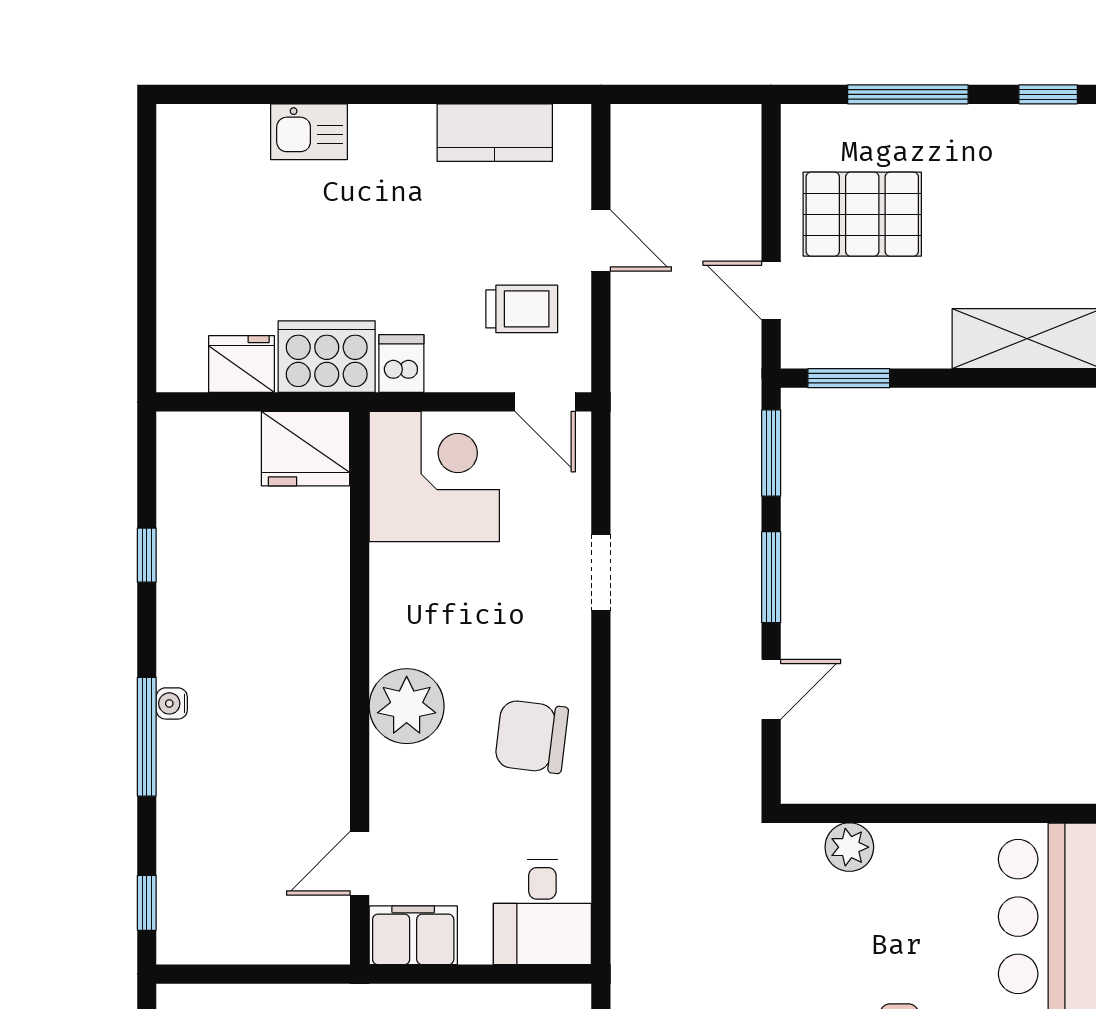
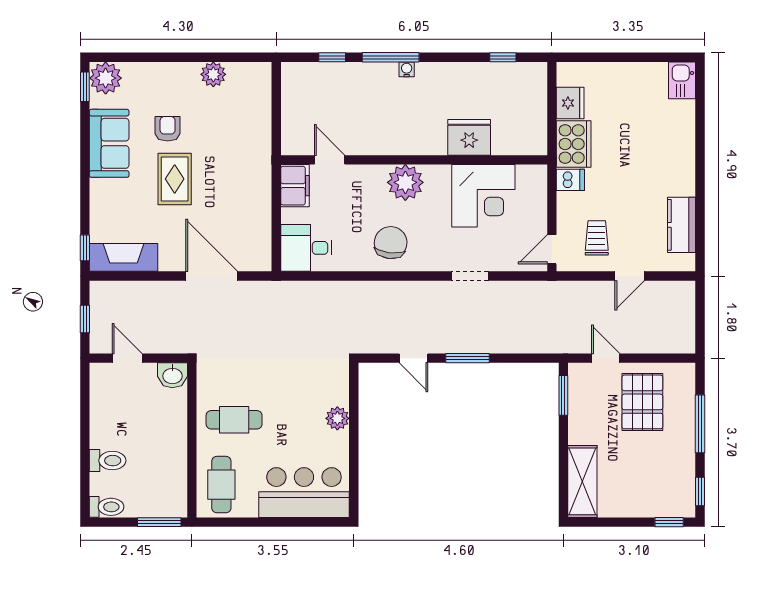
kitchen sink: (309, 132) -> (682, 80), moved
door: (771, 290) -> (606, 358), hinge flipped
trolley: (522, 309) -> (597, 238), turned 180
fridge: (305, 449) -> (469, 137), moved, turned 90
window: (771, 453) -> (527, 358), removed
corner desk: (434, 476) -> (483, 196), moved
window: (147, 555) -> (503, 57), moved
plant: (849, 847) -> (337, 418), moved
window: (147, 903) -> (332, 57), moved

